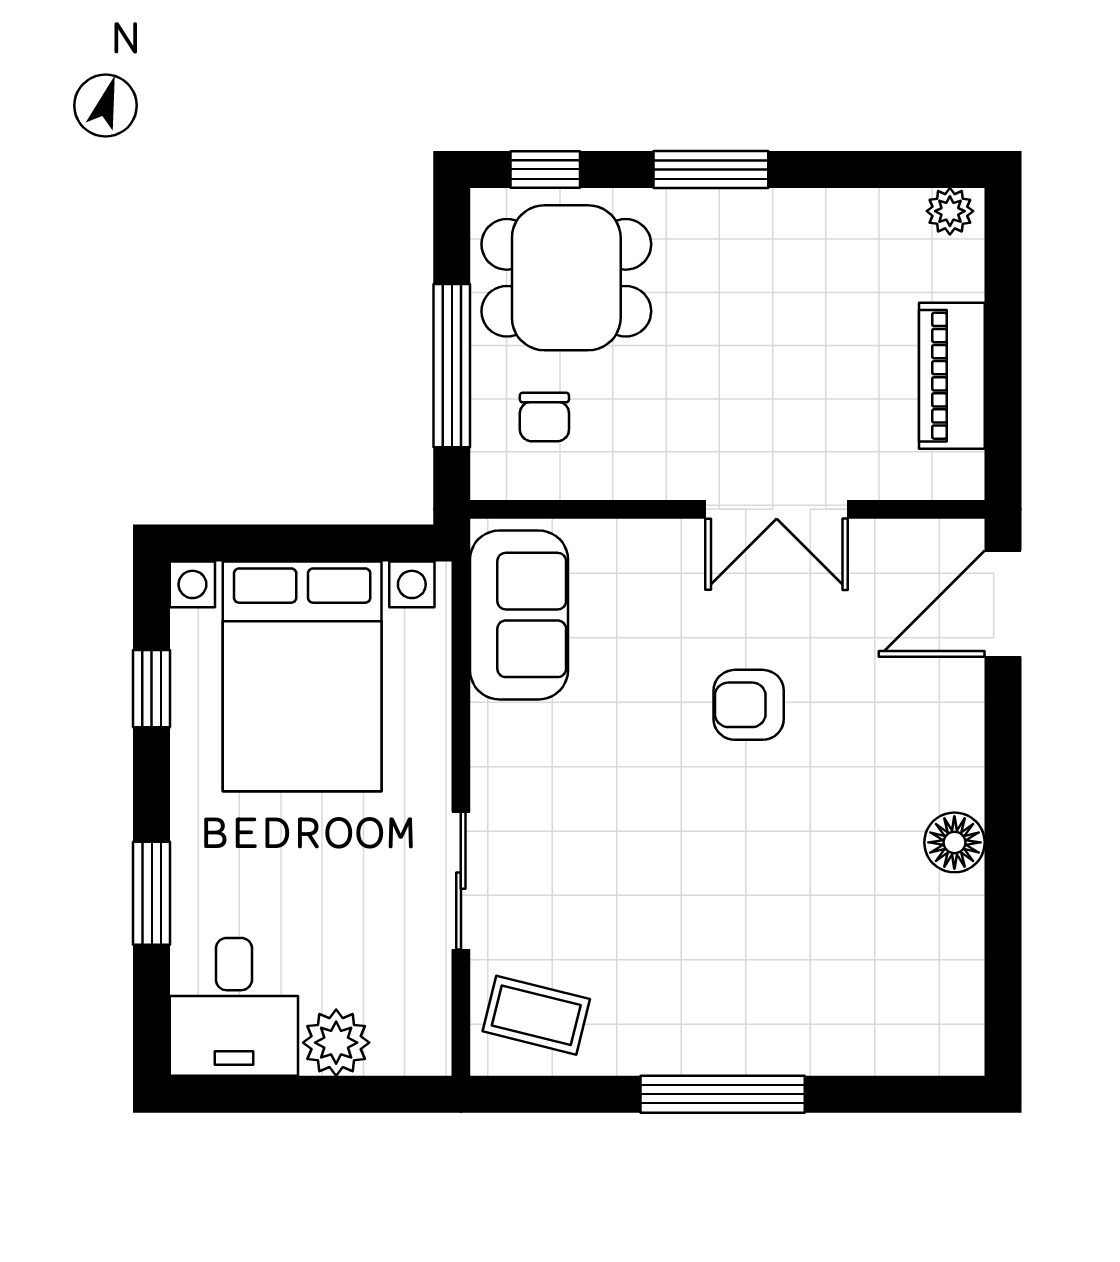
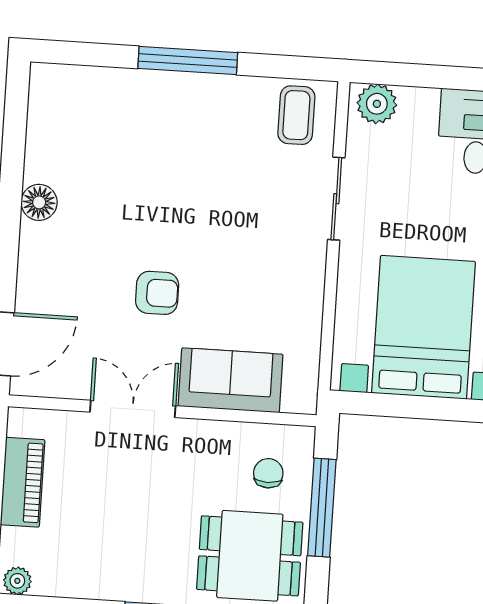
sofa: (519, 615) -> (231, 380), moved, turned 90
coffee table: (536, 1015) -> (296, 115), turned 76
plant: (336, 1043) -> (377, 104), moved

